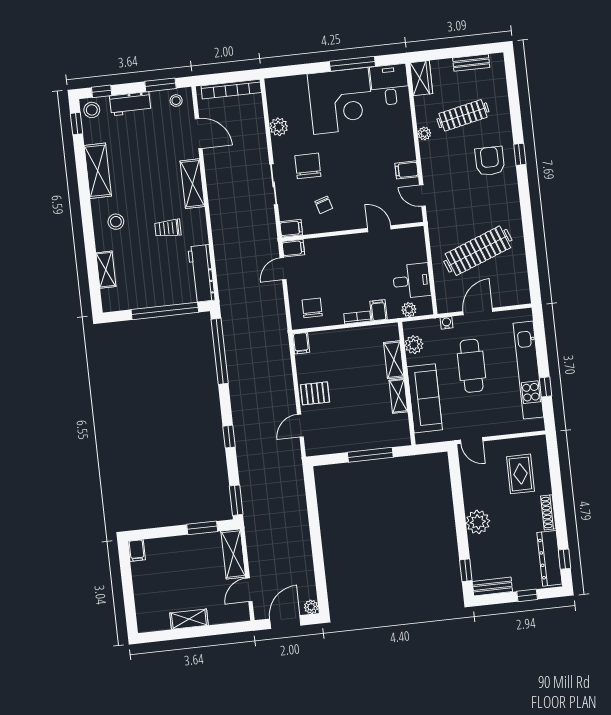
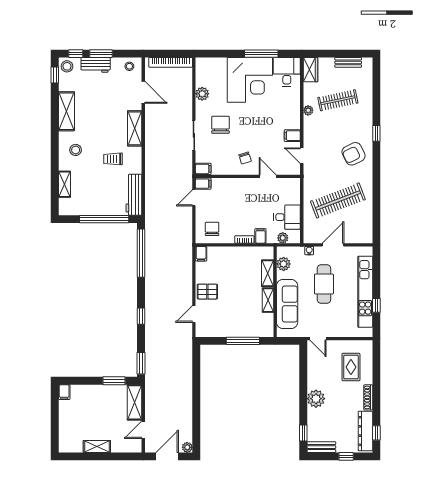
window: (160, 85) -> (101, 54), moved
armchair: (490, 161) -> (354, 154), moved, turned -116
chair: (324, 205) -> (245, 158), moved

